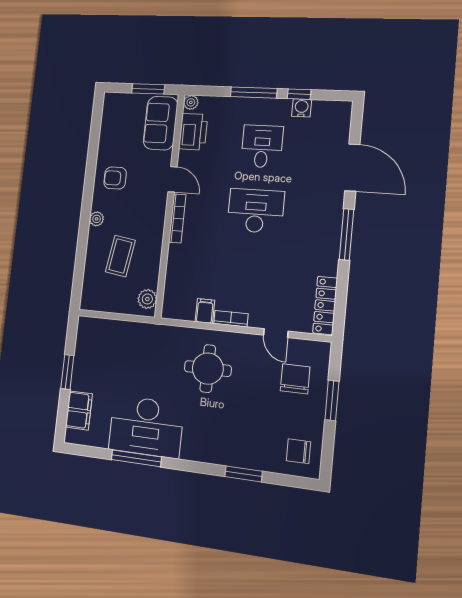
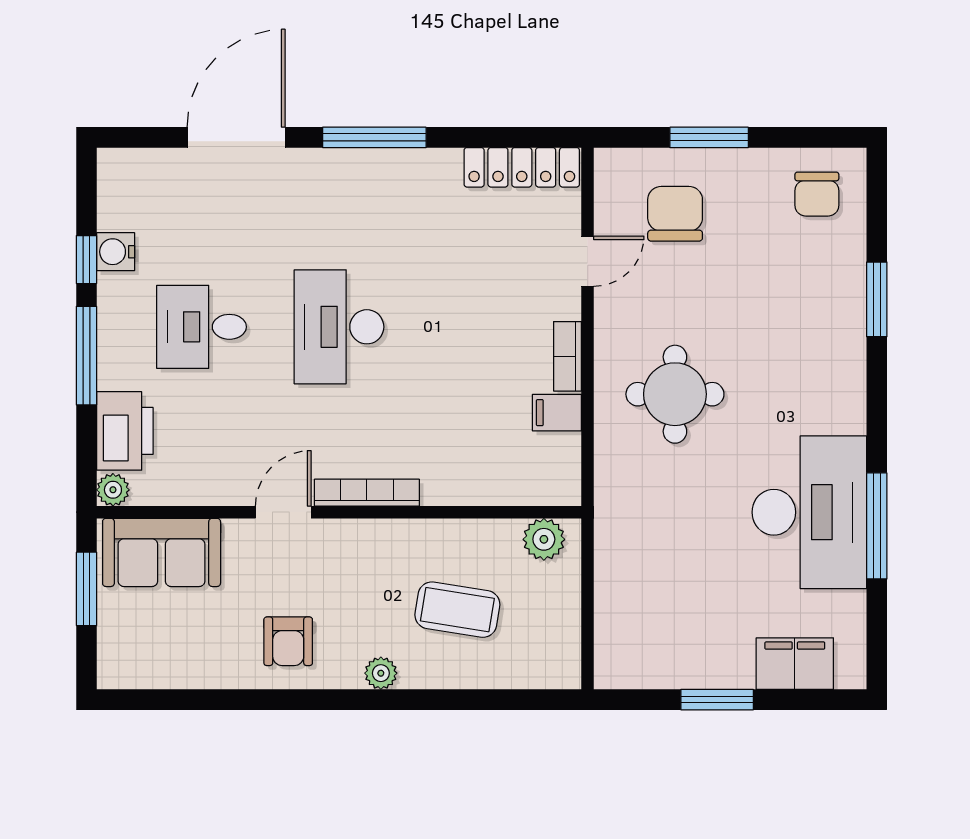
printer: (193, 132) -> (125, 431), moved, turned 90
chair: (295, 379) -> (675, 214), turned 90

